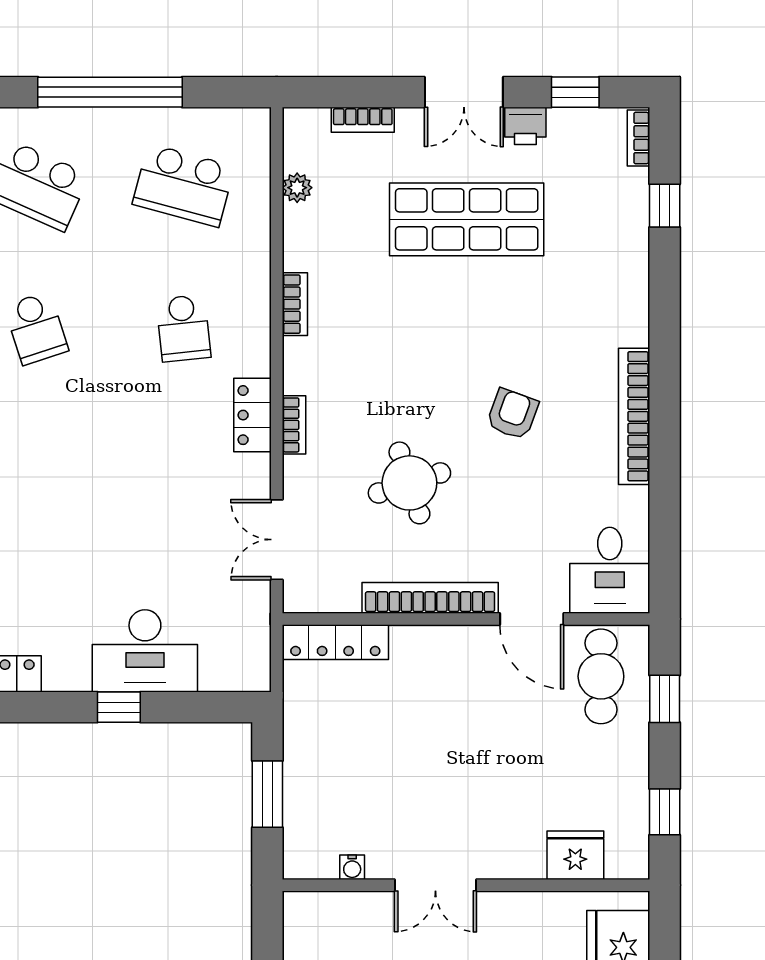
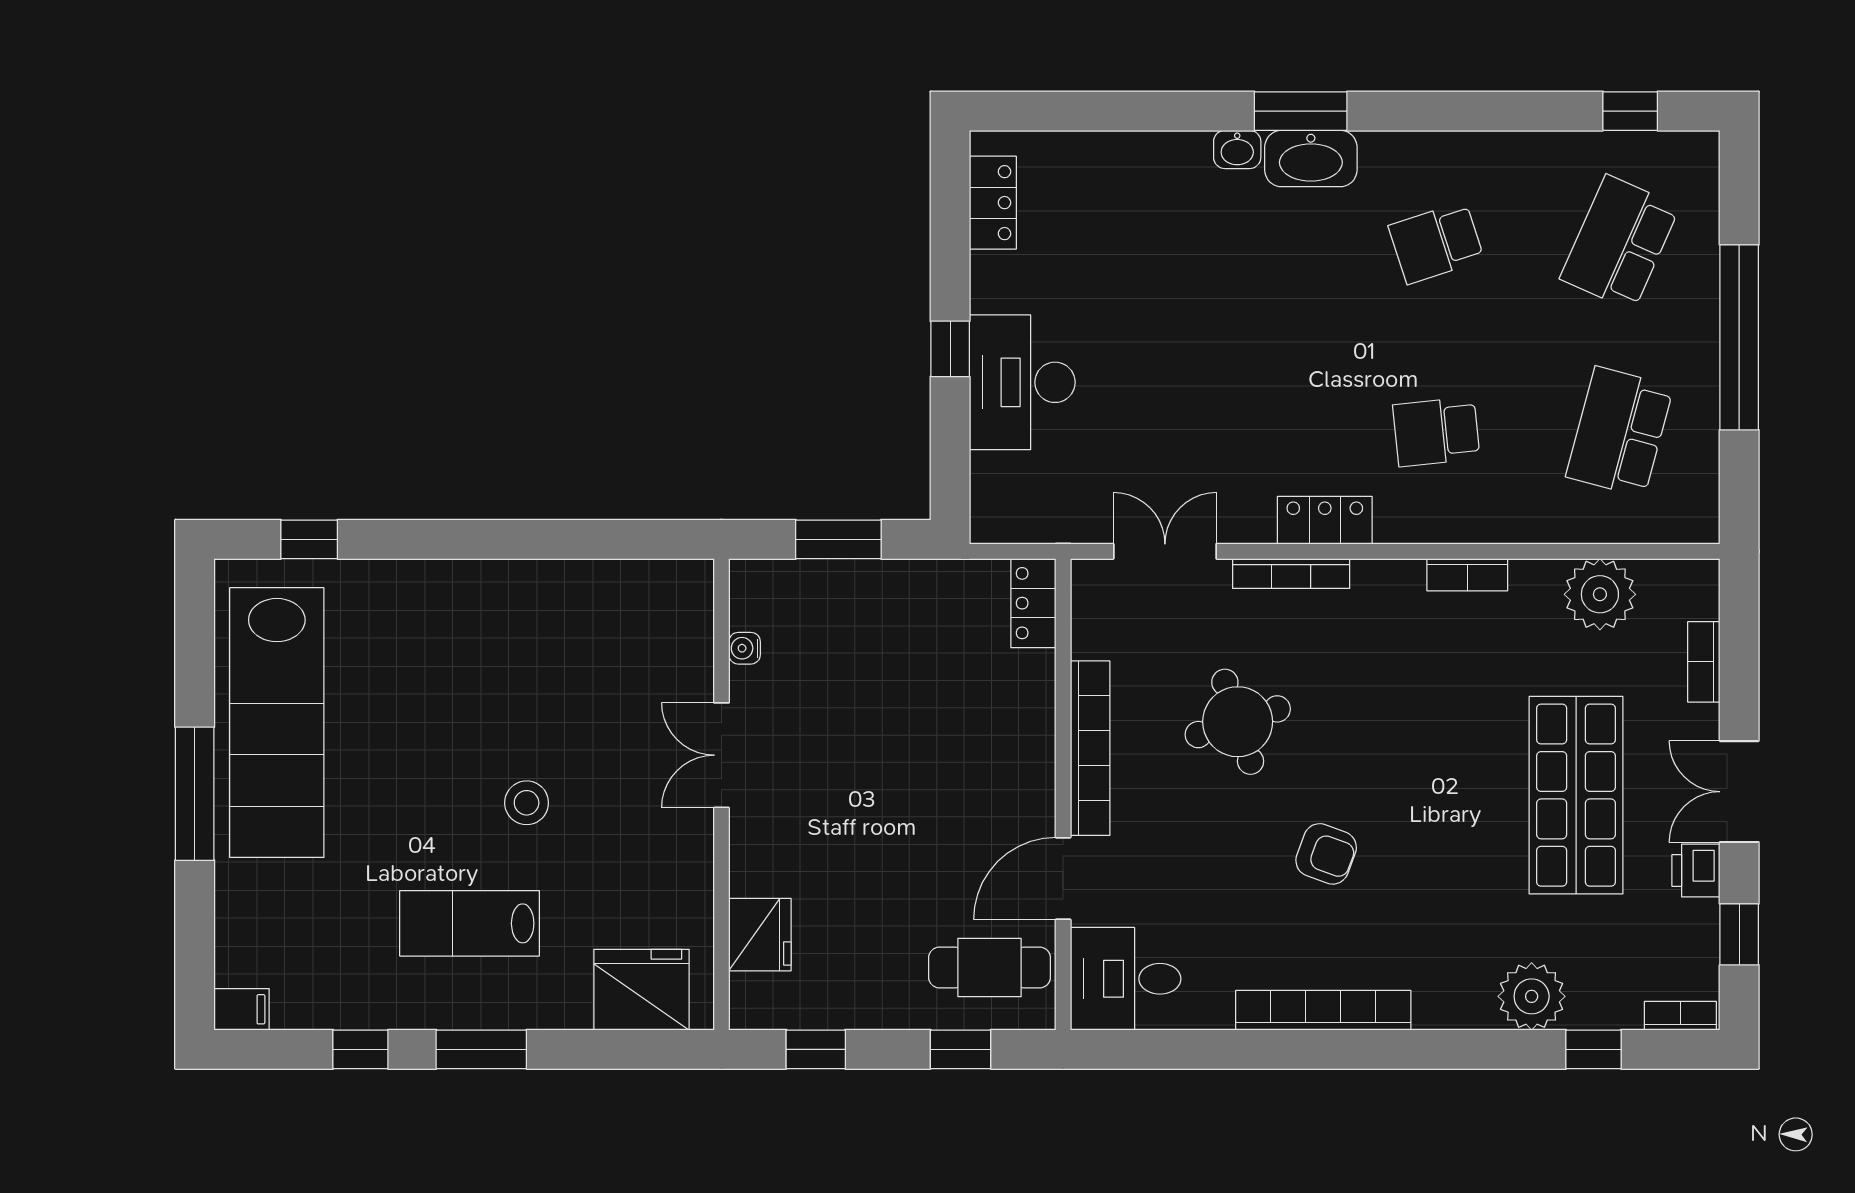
plant: (297, 188) -> (1600, 594), width x1.88, depth x1.88
plant: (623, 254) -> (1532, 996), added
bookcase: (294, 425) -> (1291, 574), width x1.56
locker: (335, 642) -> (1033, 603), width x0.66

